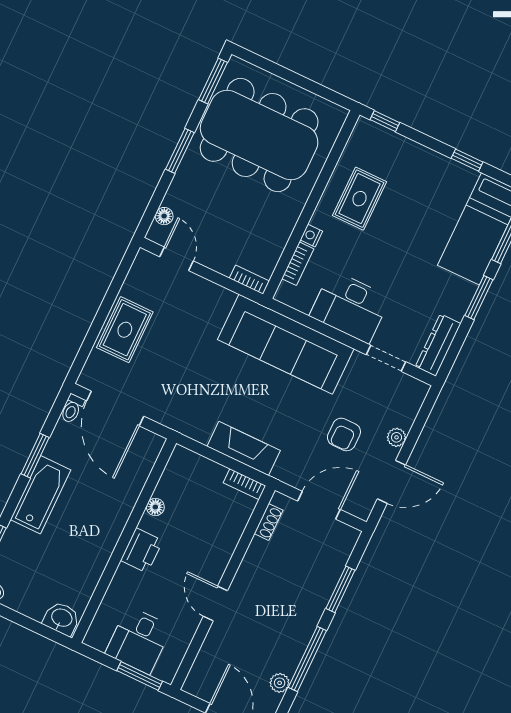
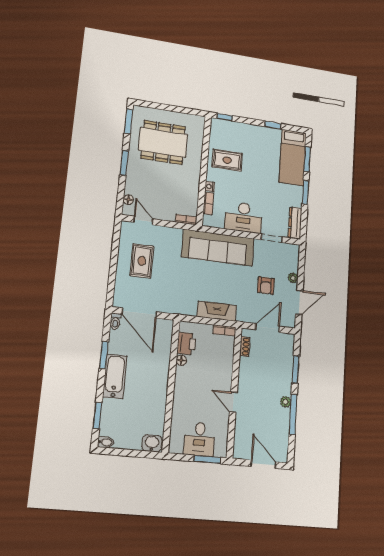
dining table: (259, 135) -> (163, 142), width x0.73, depth x0.80
rug: (360, 199) -> (227, 160), turned 90
rug: (125, 330) -> (142, 261), moved
printer: (142, 550) -> (186, 344), moved
plant: (280, 683) -> (286, 402), moved

